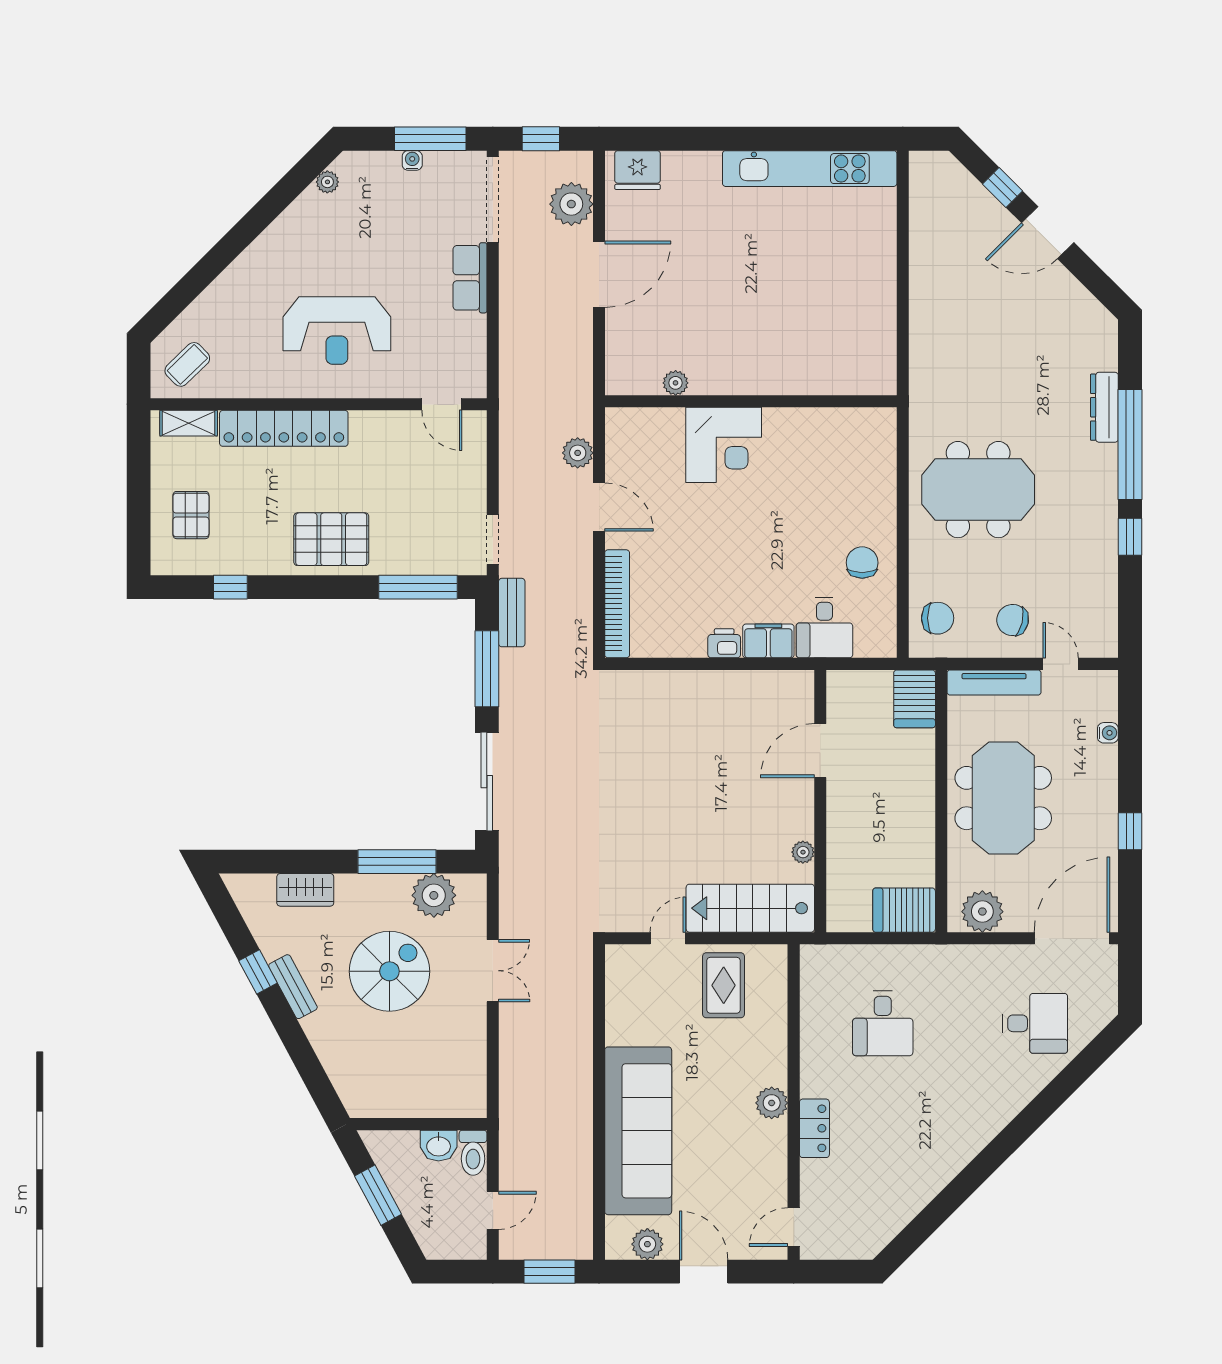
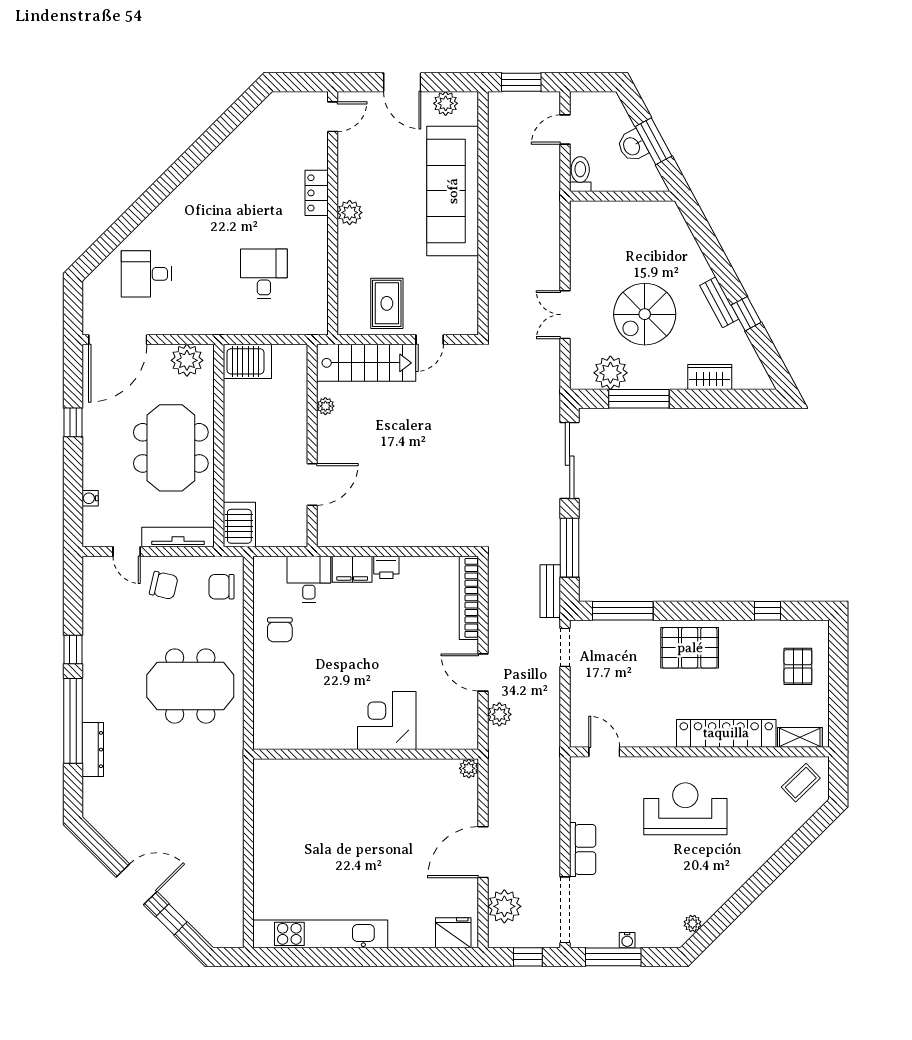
plant: (676, 383) -> (469, 768), moved
washbasin: (439, 1146) -> (632, 146), moved, turned -118

